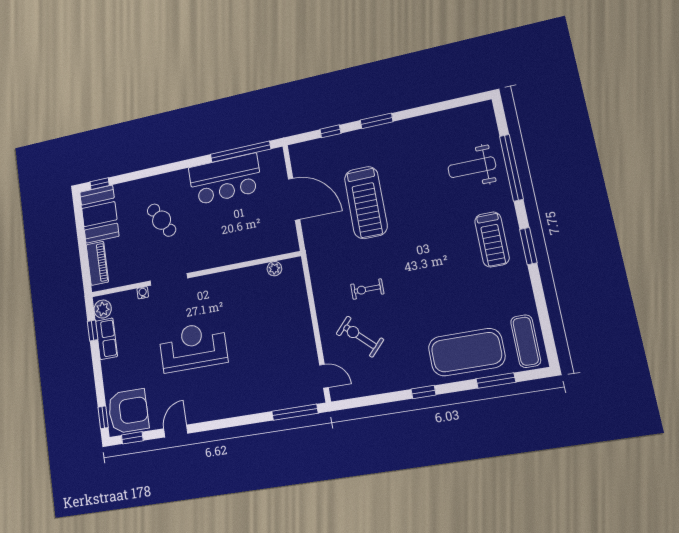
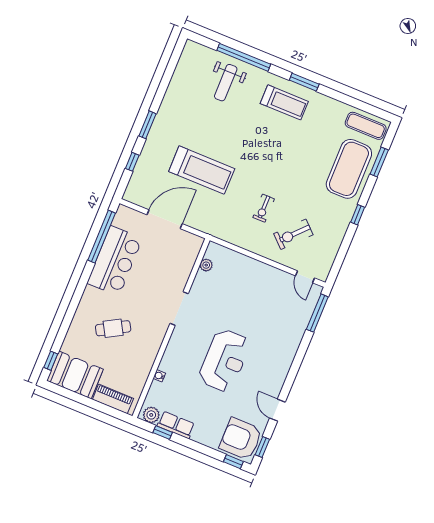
doorway: (169, 279) -> (179, 308), moved
reception desk: (193, 347) -> (224, 360), turned 180
door: (324, 376) -> (305, 277), swing flipped
armchair: (128, 411) -> (241, 439), turned -90

